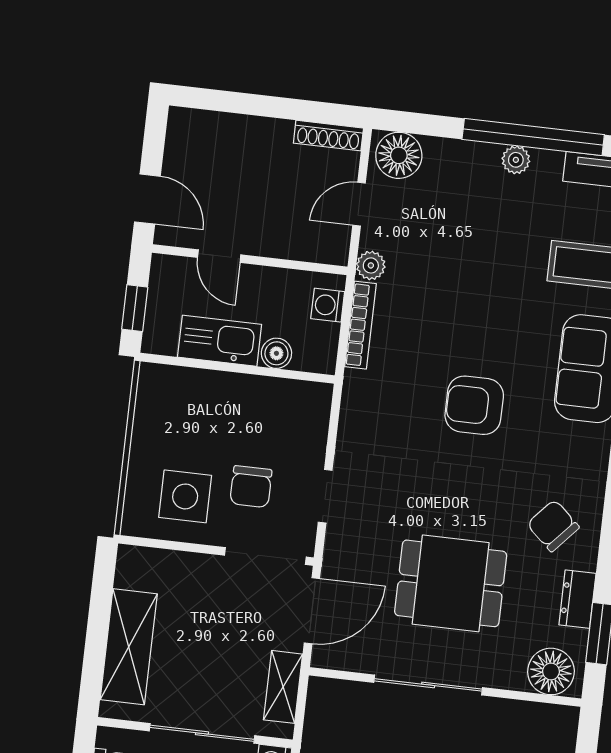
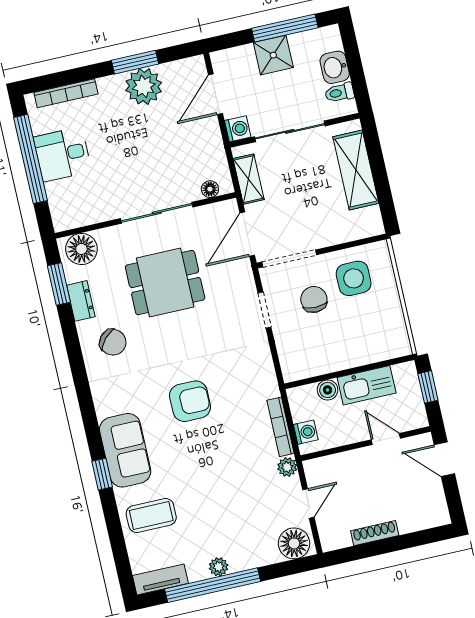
shoe rack: (328, 136) -> (375, 533), moved
floor lamp: (342, 692) -> (210, 189), added

